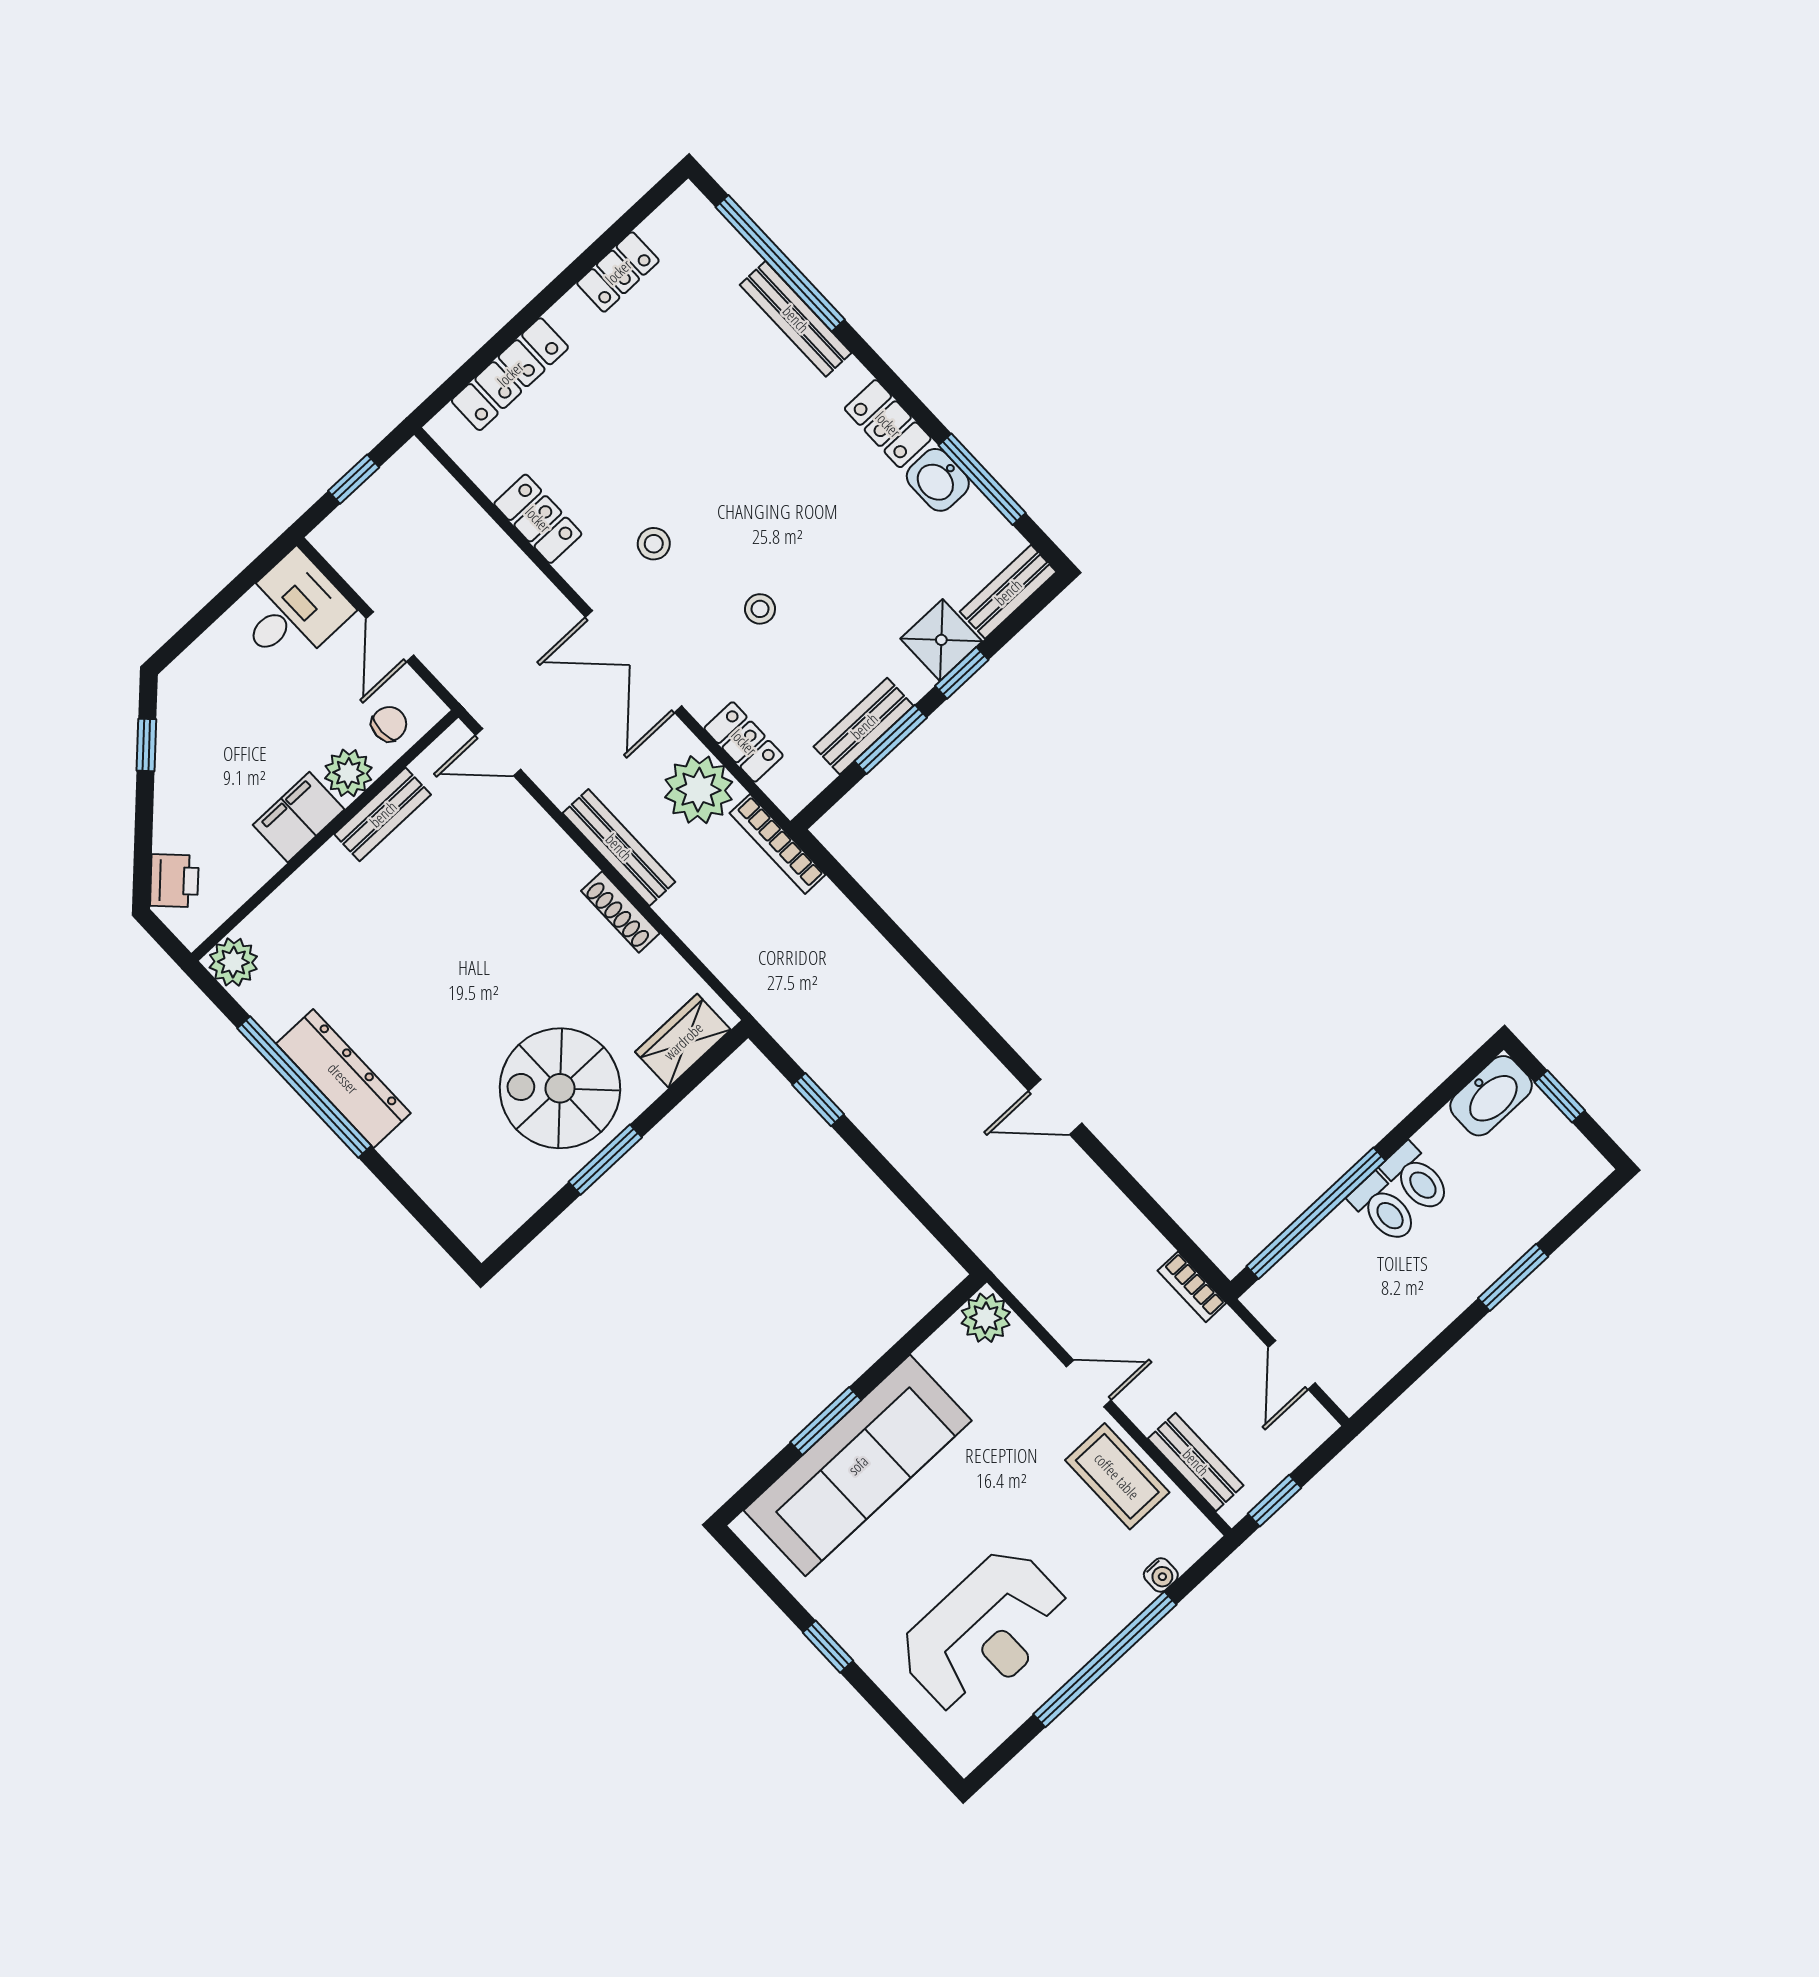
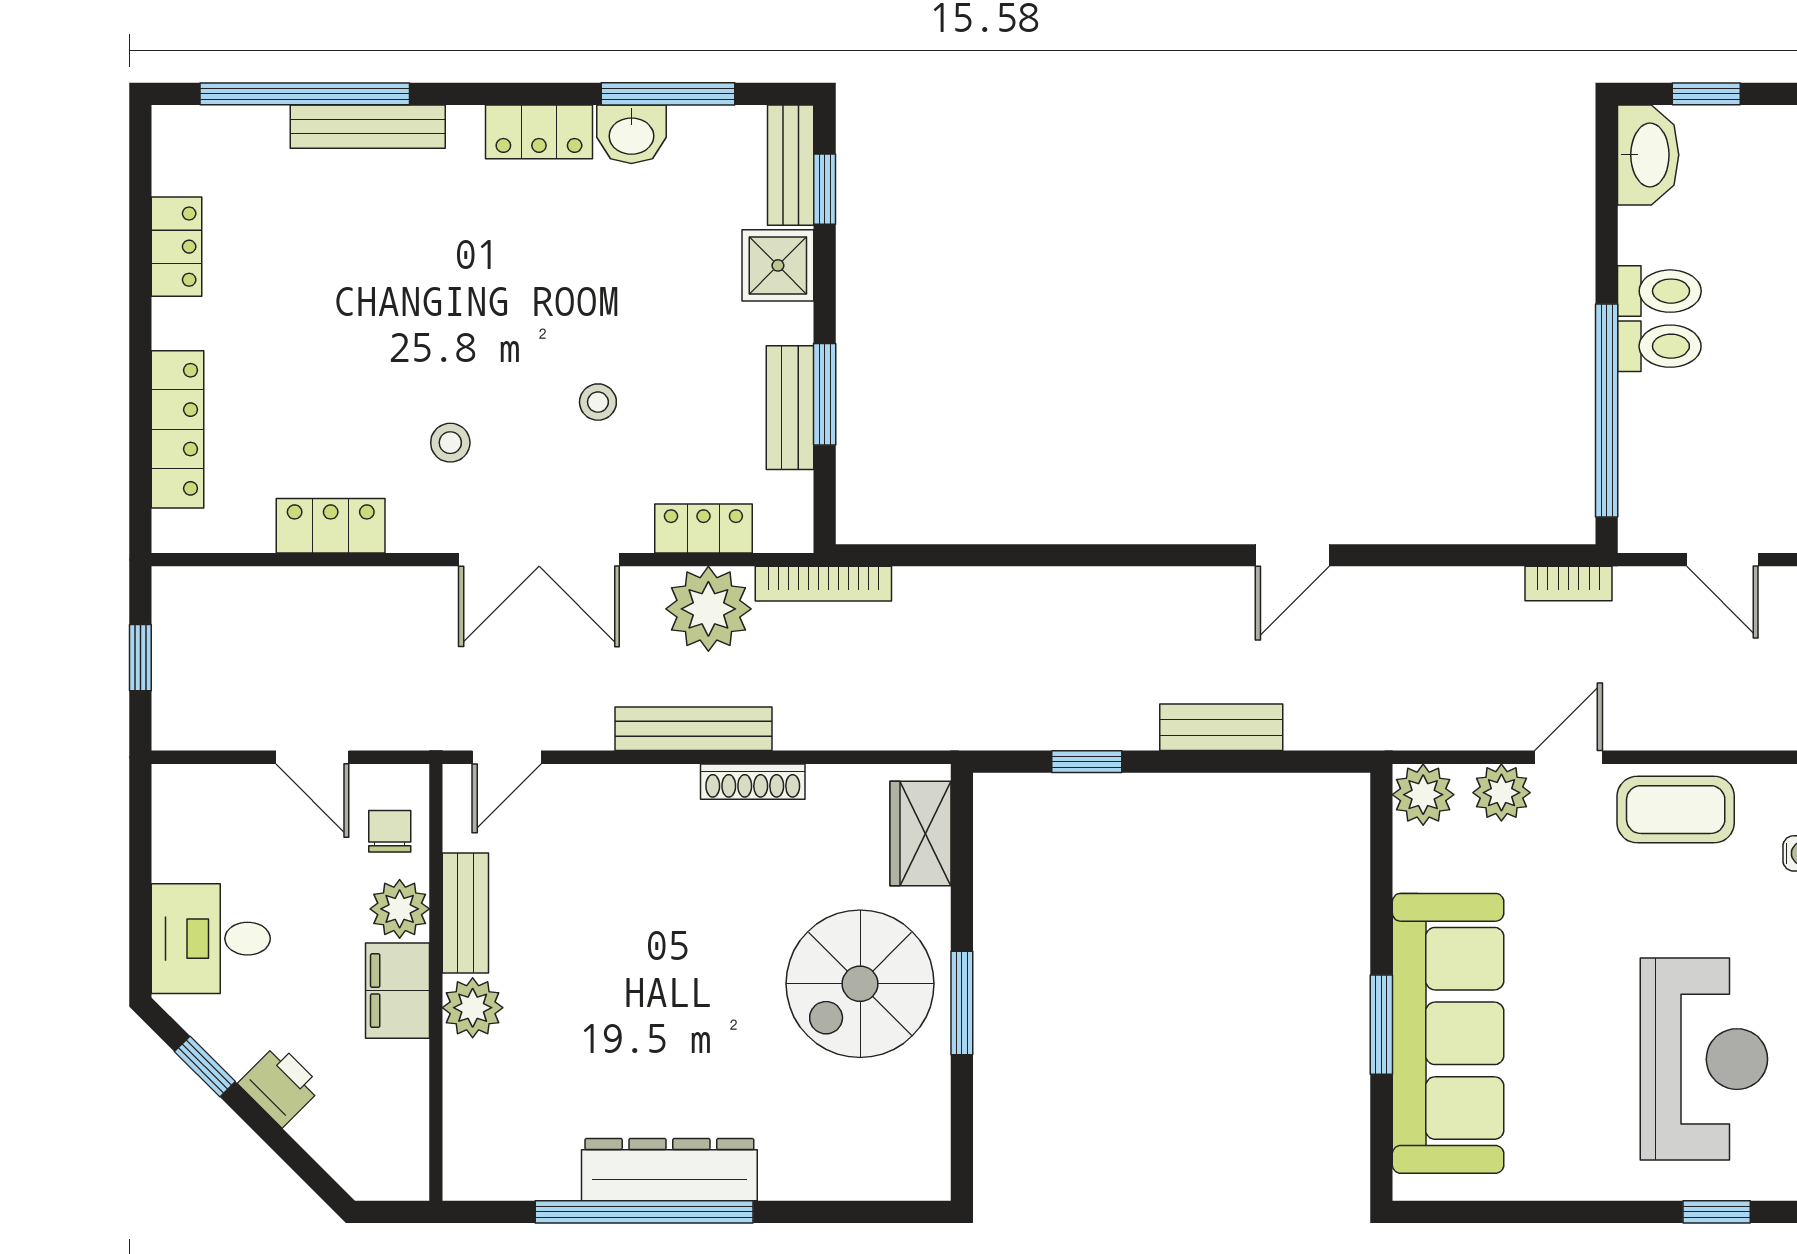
desk: (292, 610) -> (211, 939), moved, turned -90
window: (962, 673) -> (825, 189), moved
printer: (174, 881) -> (280, 1085), moved
plant: (233, 962) -> (473, 1008), moved
plant: (1030, 1363) -> (1501, 793), added
bench: (1196, 1462) -> (1221, 727), moved
window: (828, 1647) -> (1717, 1212), moved

